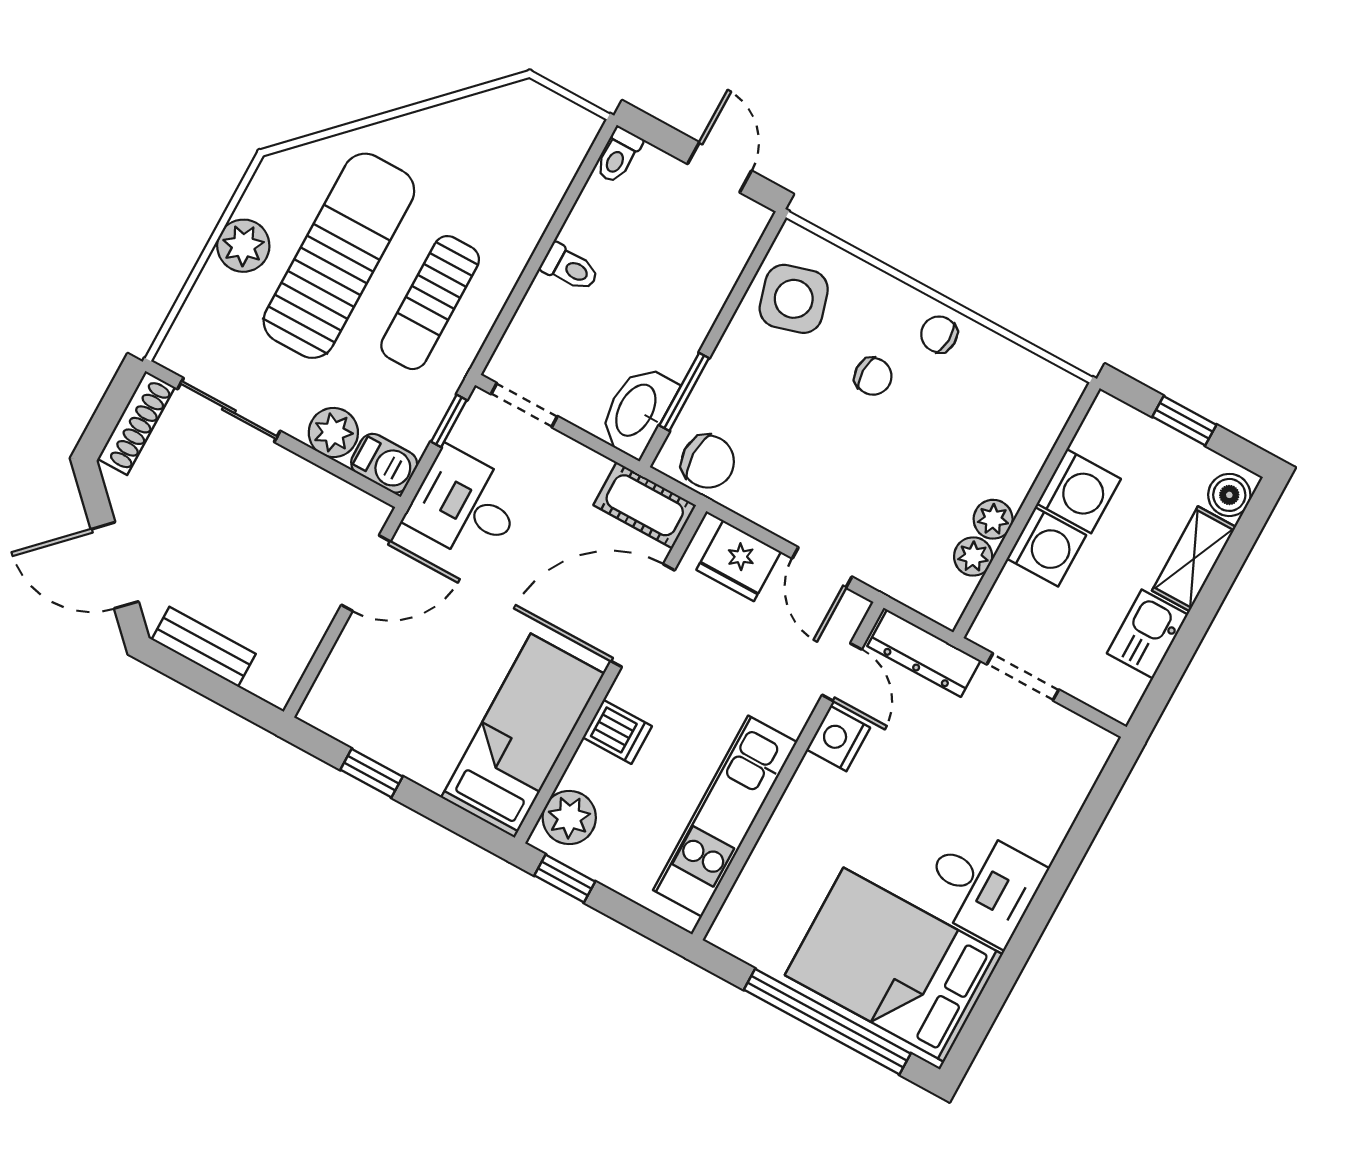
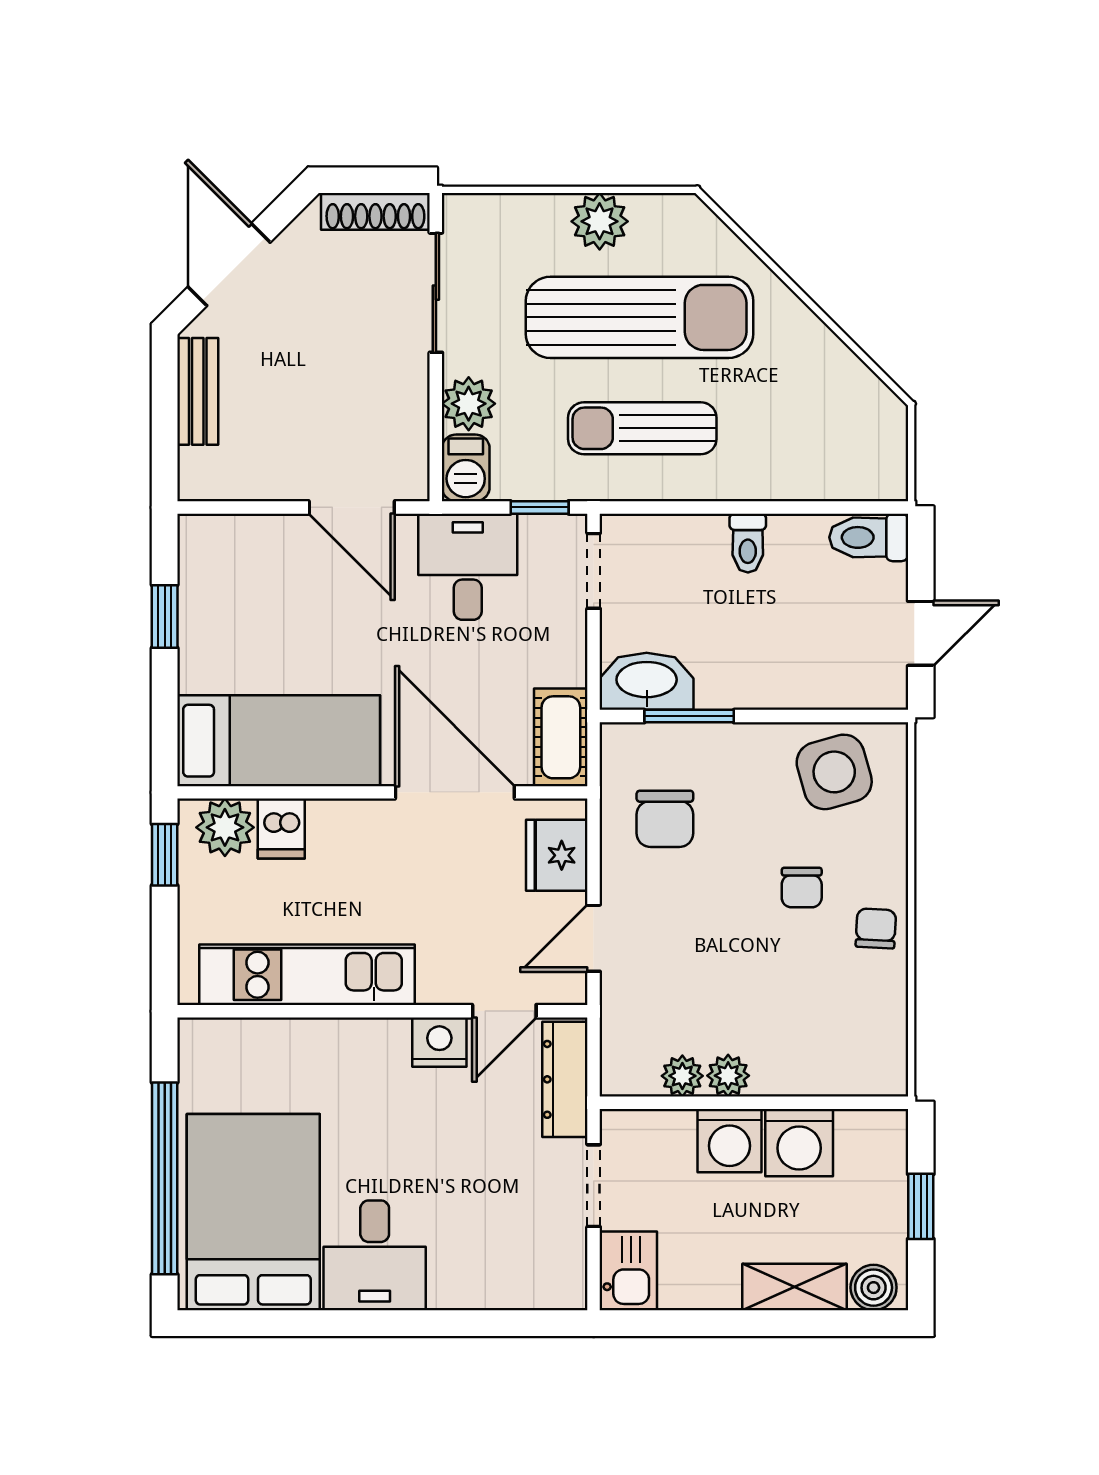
toilet: (618, 155) -> (869, 537), width x1.37, depth x1.39
chair: (708, 462) -> (665, 819), moved
kitchen sink: (1147, 634) -> (628, 1271), moved, turned 90
dishwasher: (617, 732) -> (281, 829), moved

